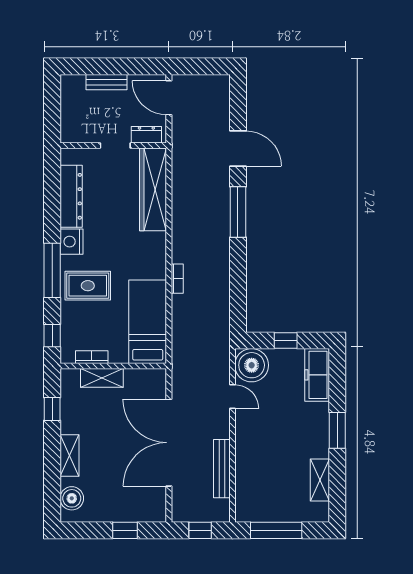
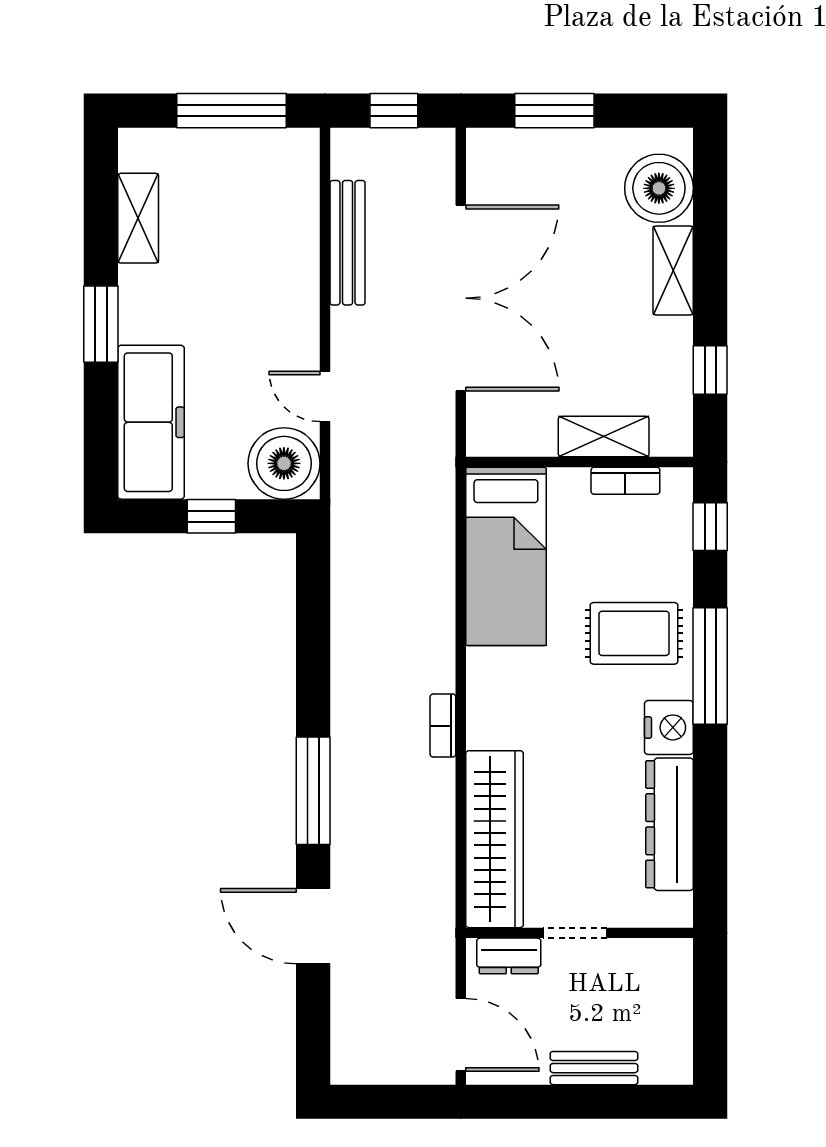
bookcase: (177, 279) -> (443, 726), moved
freezer: (317, 375) -> (151, 422), width x1.36, depth x1.26
boiler: (72, 498) -> (659, 188), width x1.37, depth x1.37
window: (125, 530) -> (554, 111), width x1.50

